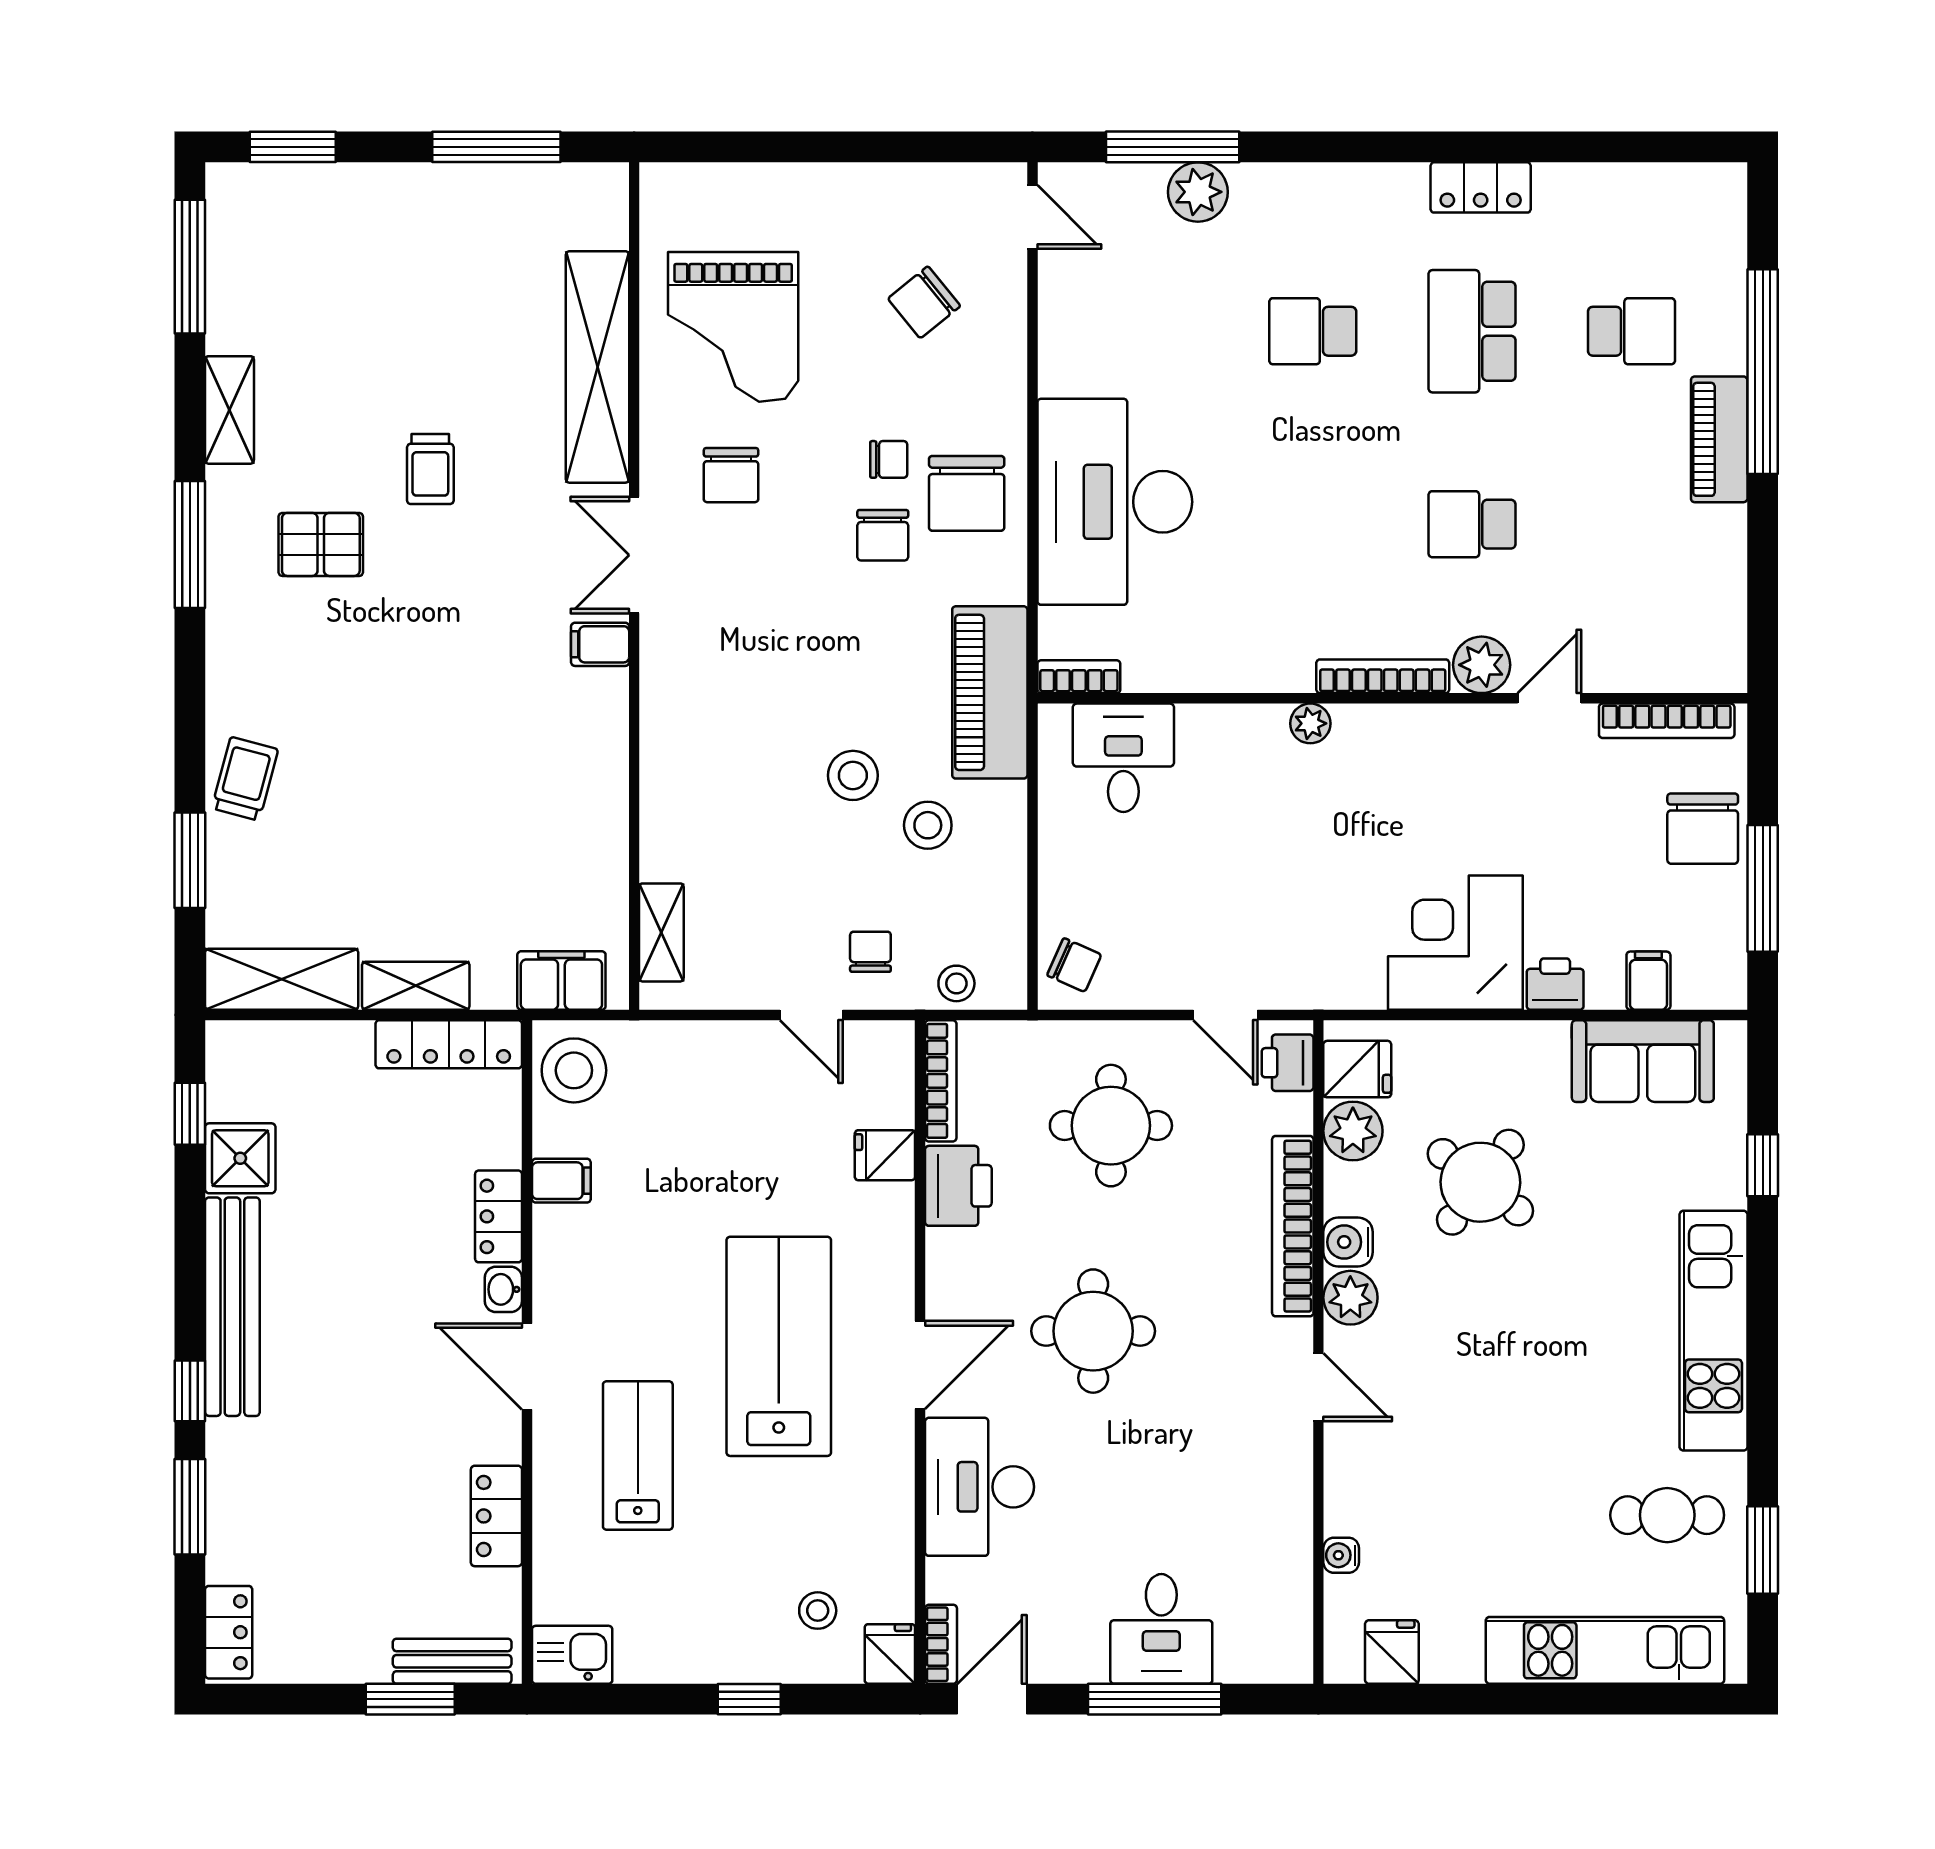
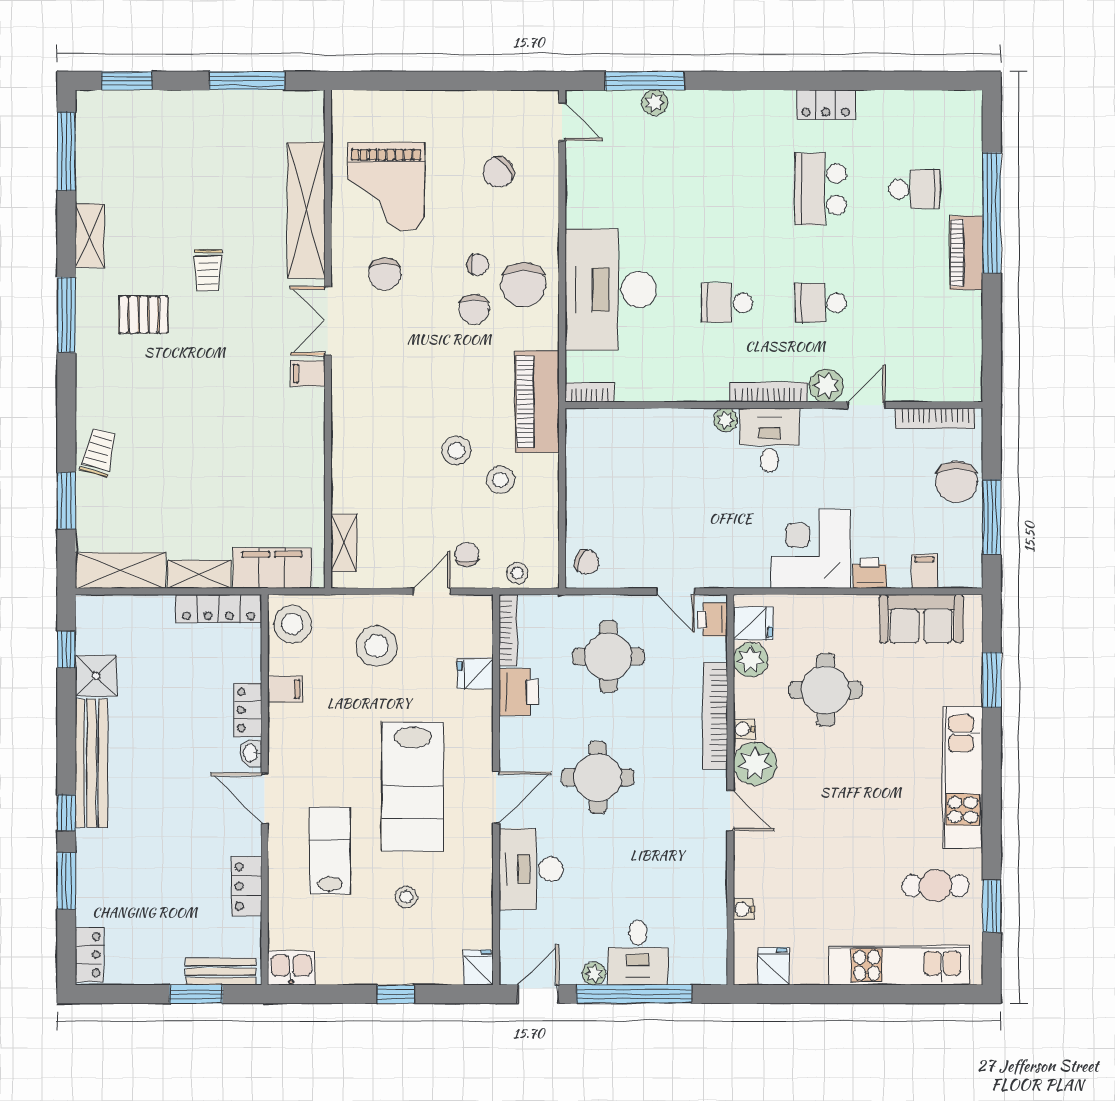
plant: (1198, 192) -> (655, 103), width x0.73, depth x0.73
school desk: (1313, 331) -> (727, 303), moved
desk: (1123, 758) -> (769, 440), moved
filing cabinet: (561, 980) -> (272, 568), width x1.50, depth x1.17
door: (811, 1015) -> (432, 591), swing flipped
stool: (717, 1108) -> (377, 646), added
window: (1763, 1165) -> (992, 680), width x1.50
round table: (1480, 1182) -> (826, 690), turned -37
water cooler: (1348, 1242) -> (744, 729), width x0.72, depth x0.72
plant: (1350, 1298) -> (755, 764), width x1.36, depth x1.36
lab bench: (779, 1346) -> (413, 786), turned 180
stool: (818, 1611) -> (406, 897), moved
bookcase: (941, 1644) -> (508, 962), removed
plant: (1087, 1664) -> (594, 974), added
window: (1155, 1699) -> (634, 994), width x1.46

